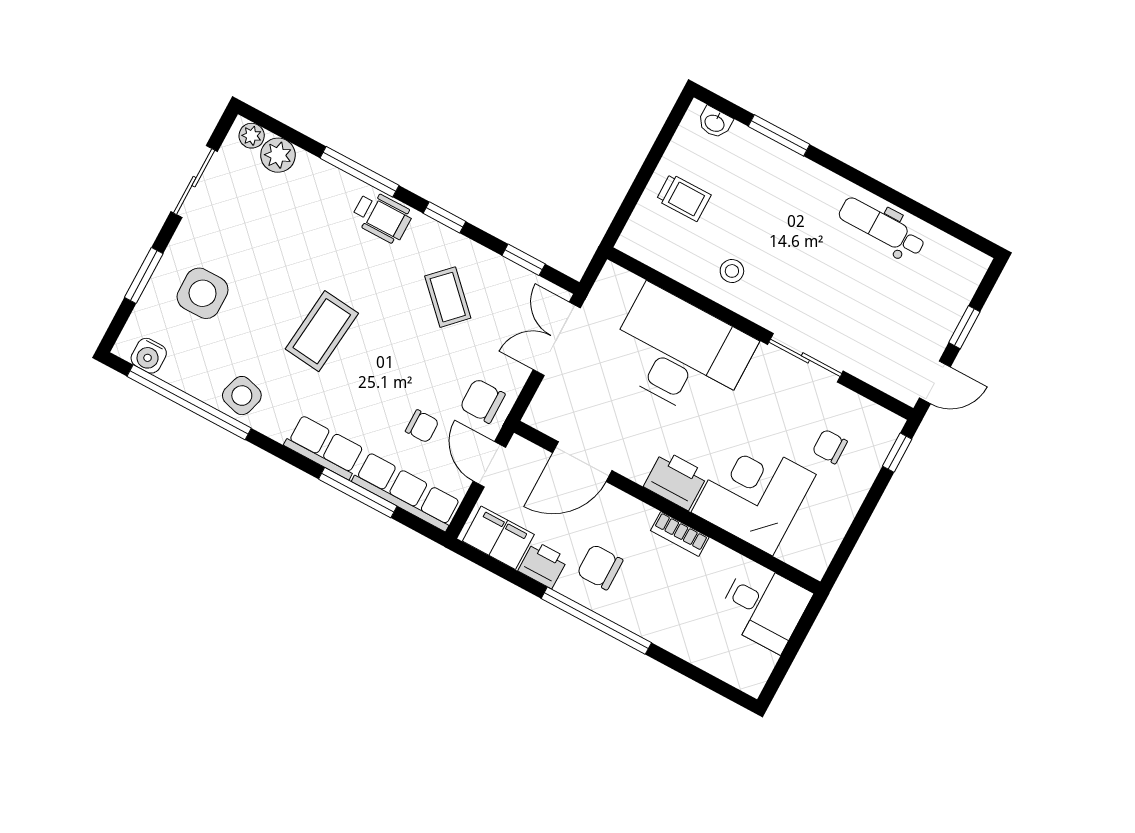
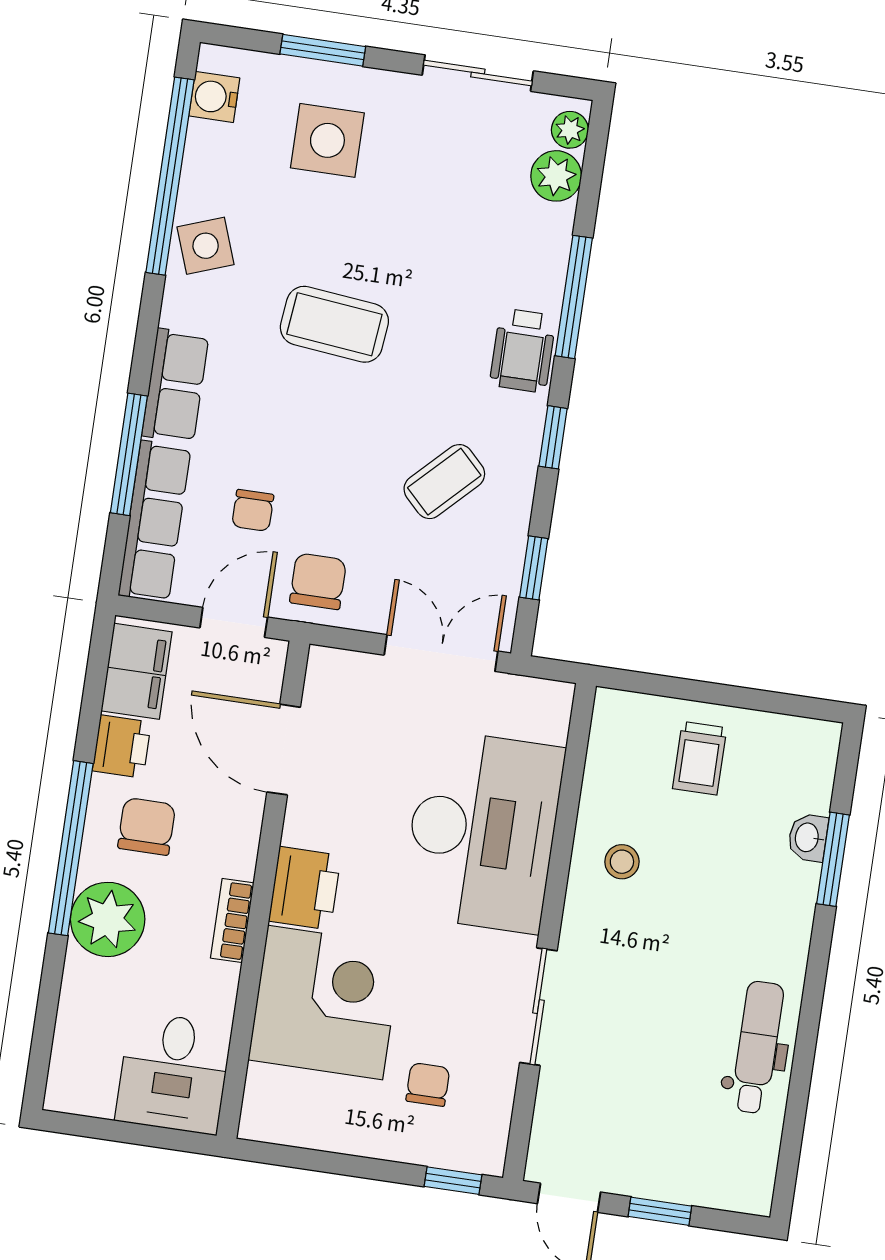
washbasin: (715, 123) -> (808, 838), moved
side table: (242, 396) -> (206, 246), turned -36
plant: (650, 613) -> (108, 919), added

